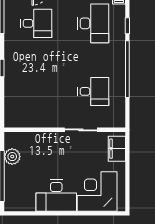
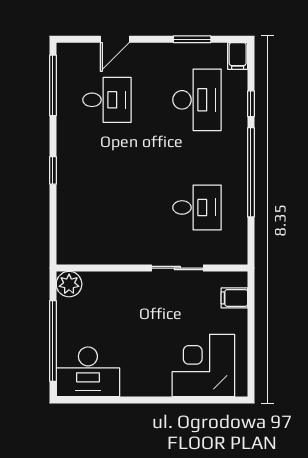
filing cabinet: (117, 149) -> (234, 298), width x0.50
plant: (12, 157) -> (69, 284), moved
desk: (56, 196) -> (88, 372), moved

